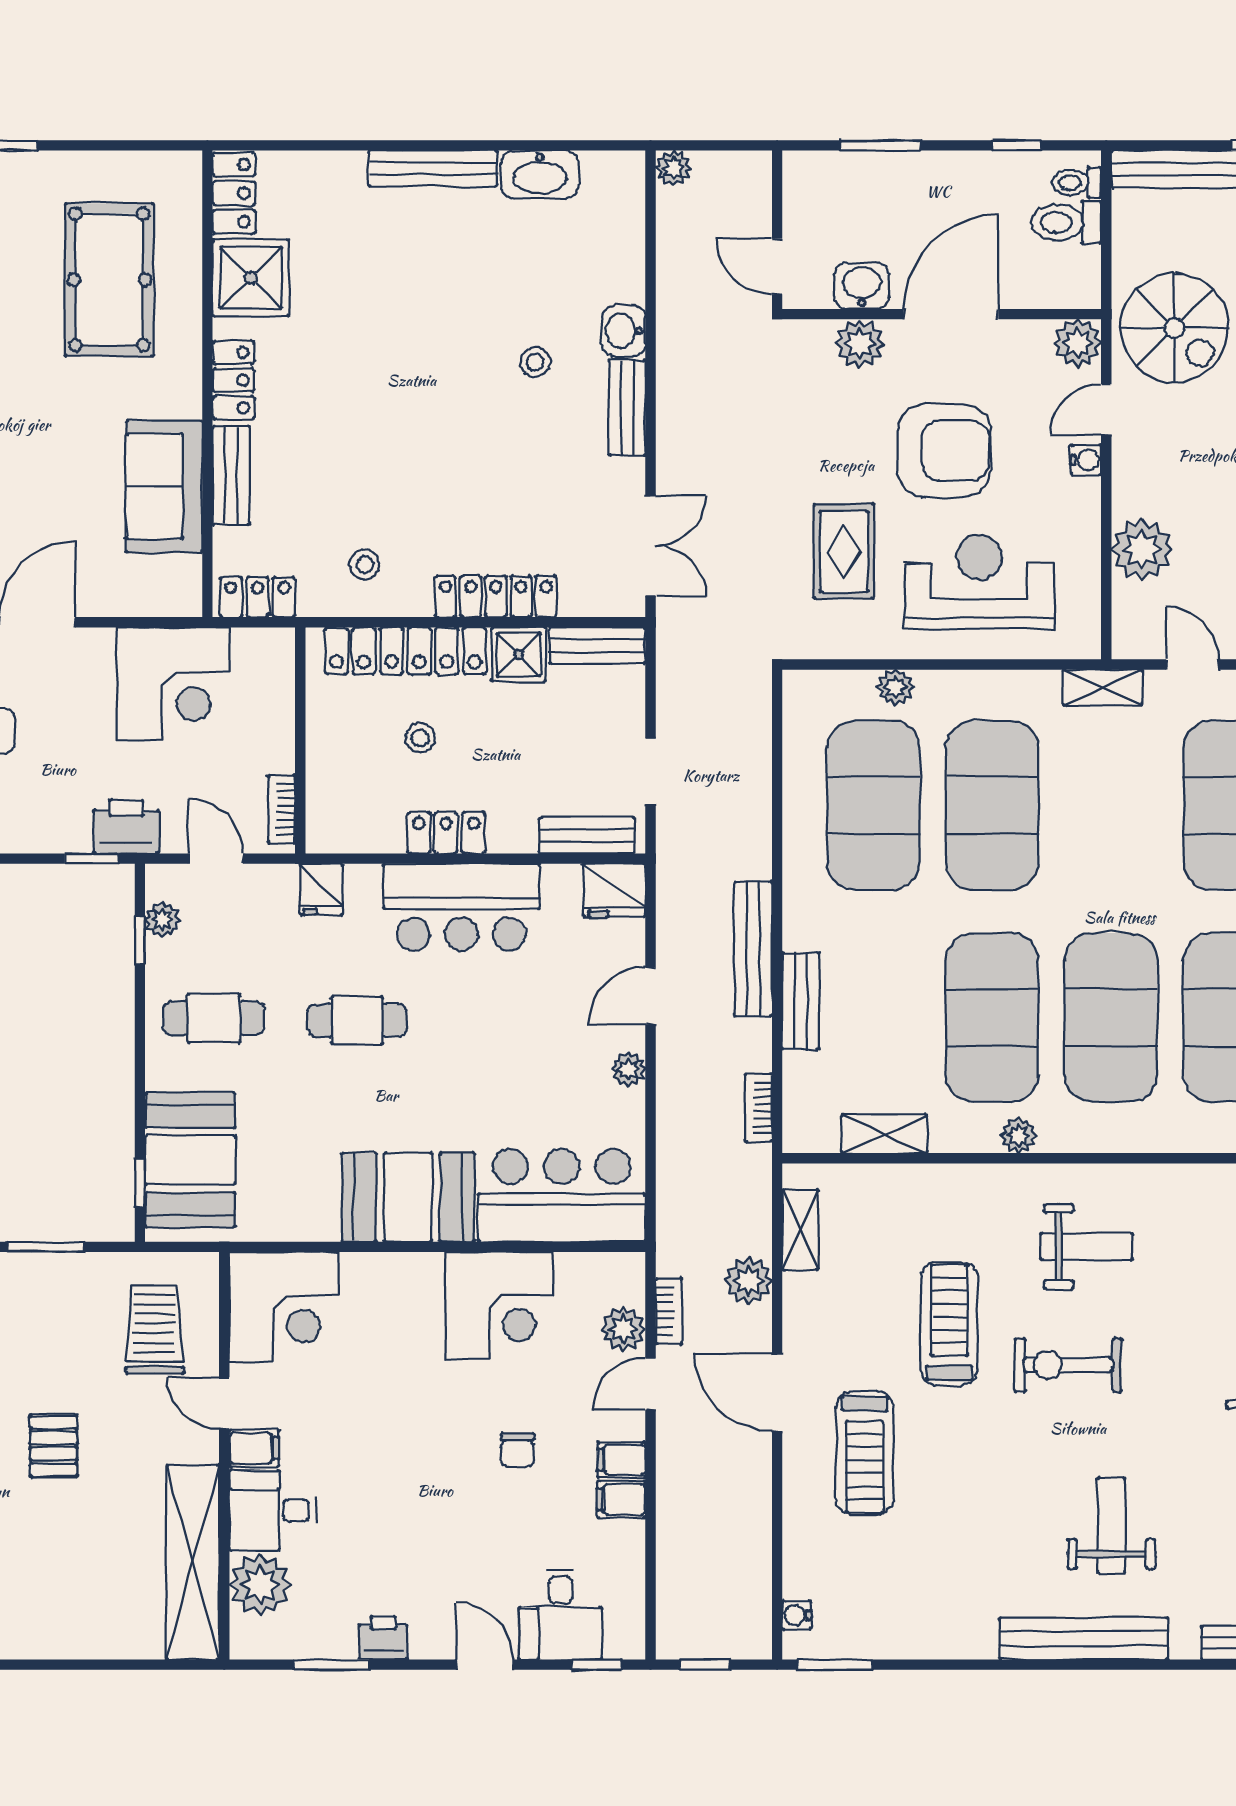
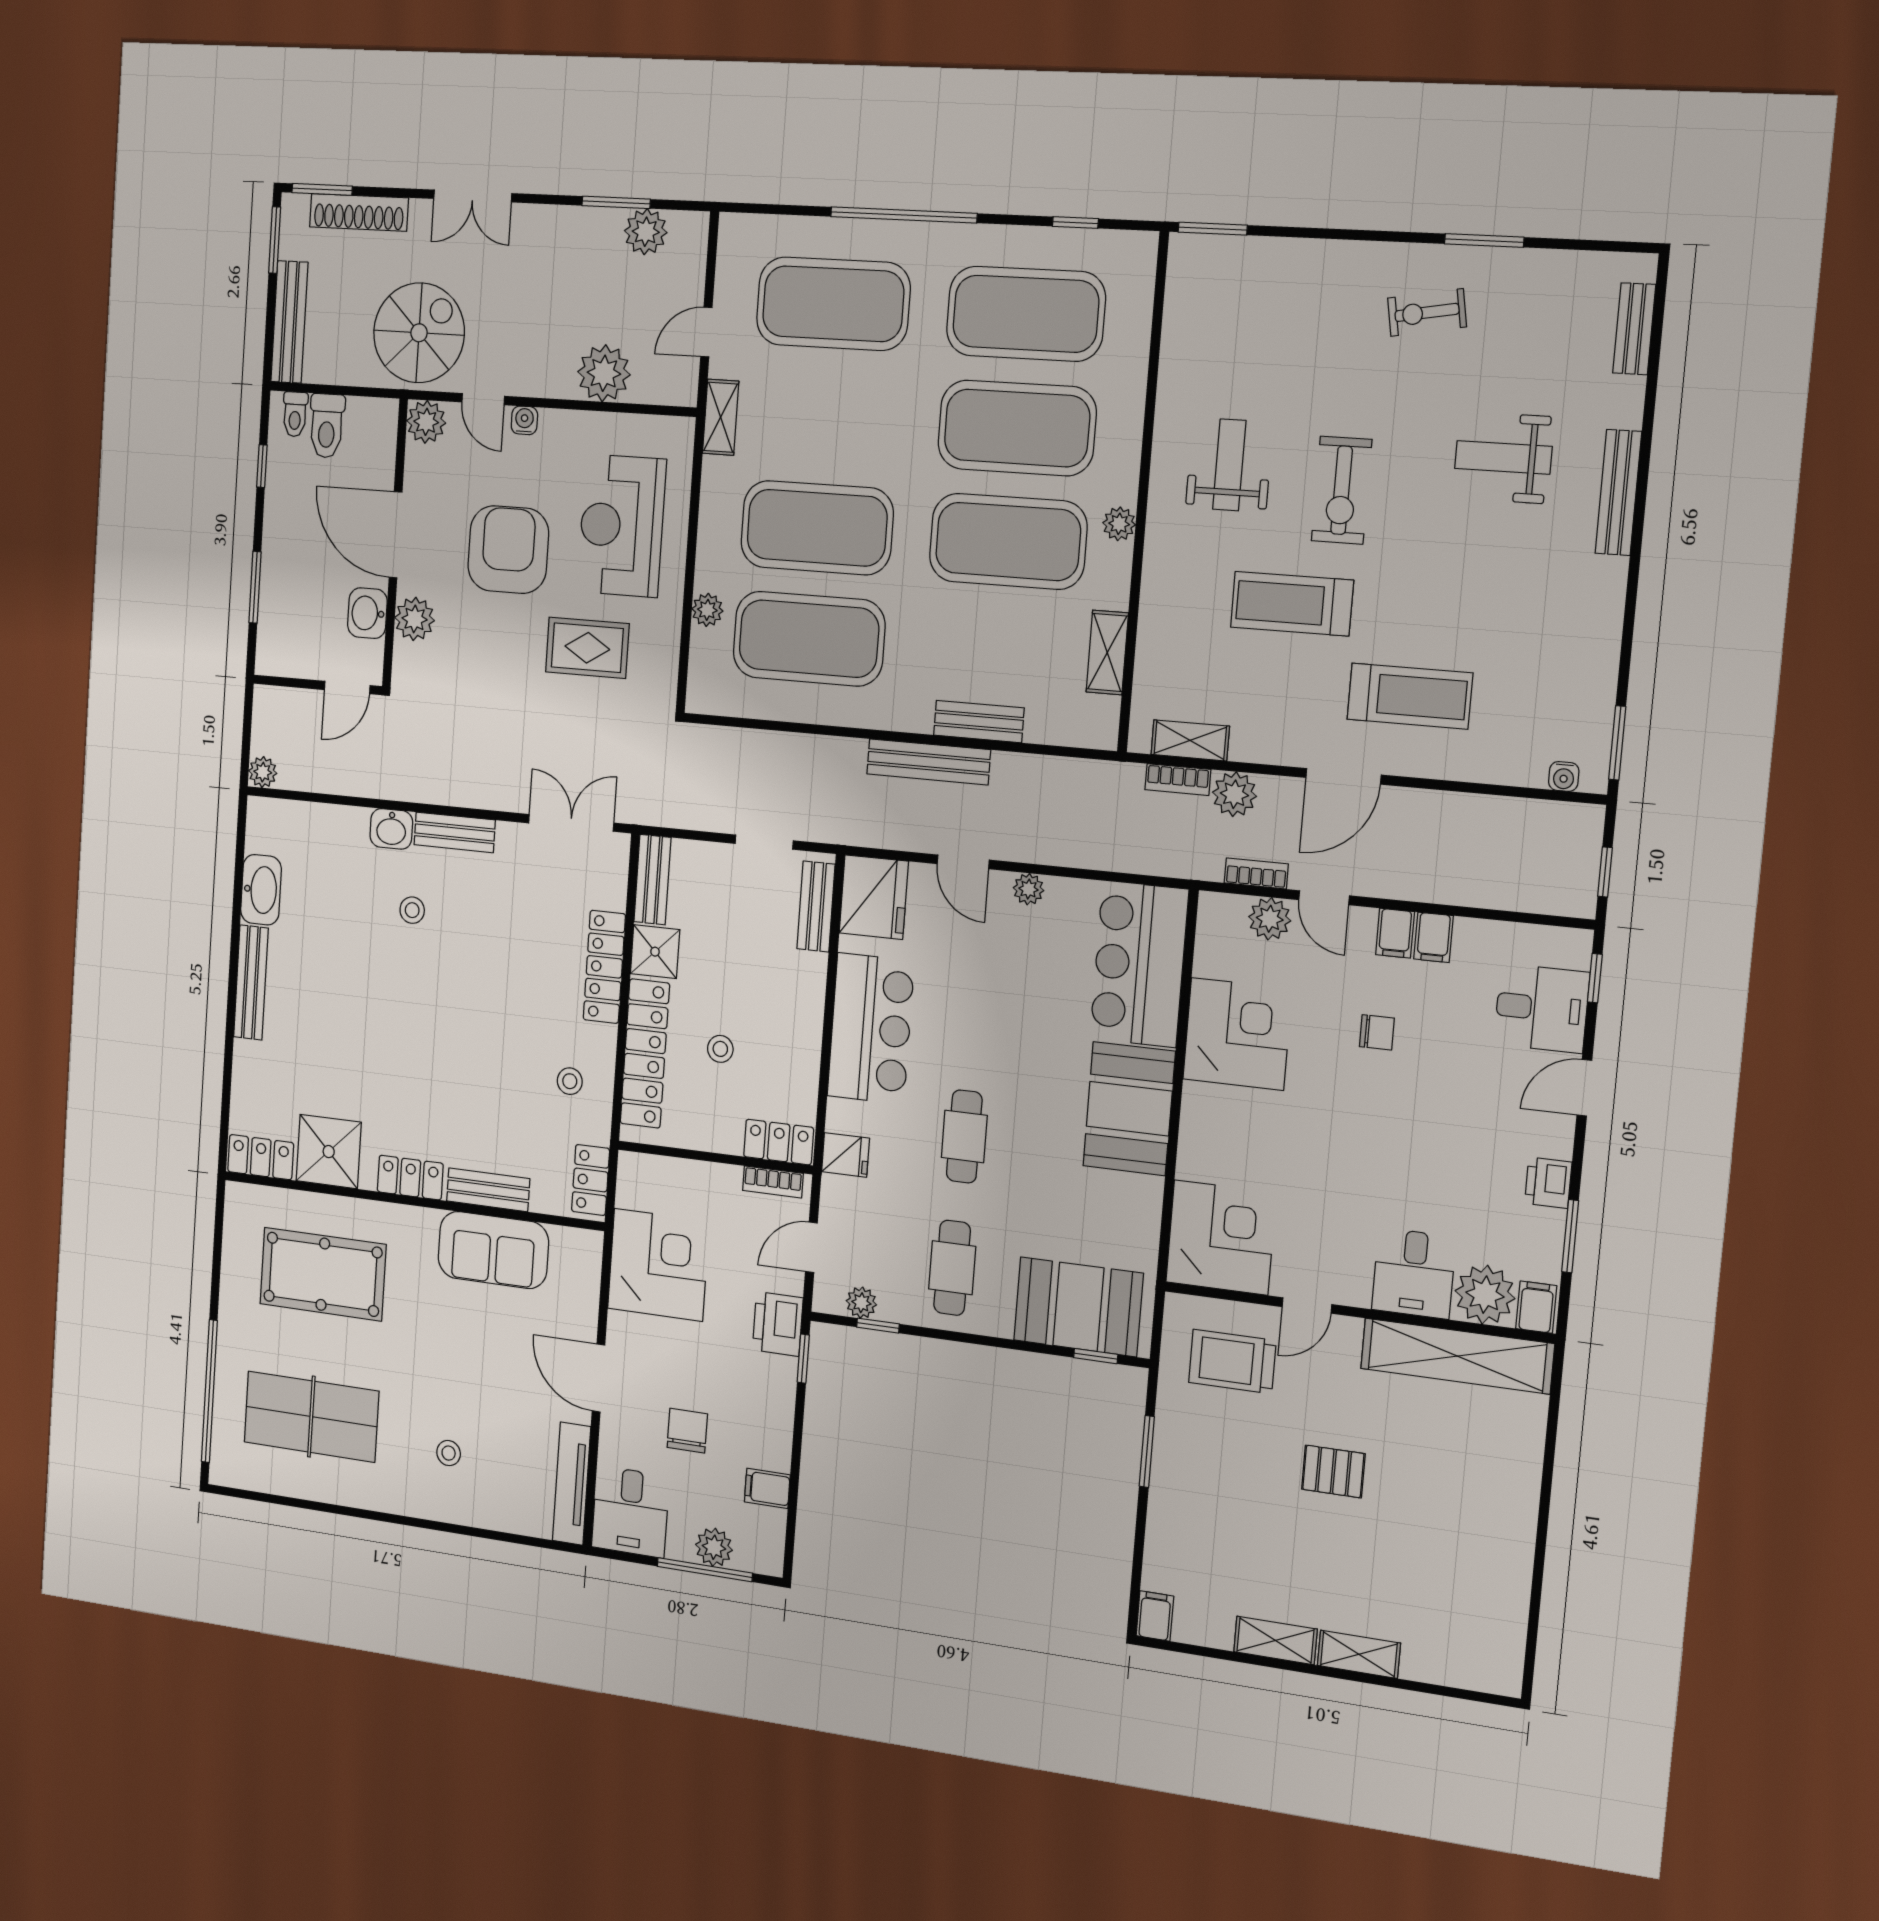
locker: (446, 833) -> (779, 1142), moved, turned 90
fridge: (614, 890) -> (874, 897), width x1.36, depth x1.34
bookcase: (758, 1108) -> (1178, 780), moved
filing cabinet: (254, 1448) -> (1536, 1307), moved
bench: (1084, 1639) -> (1618, 492), width x0.73, depth x0.82

